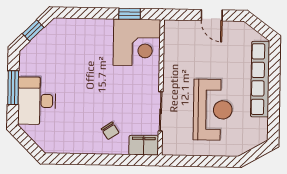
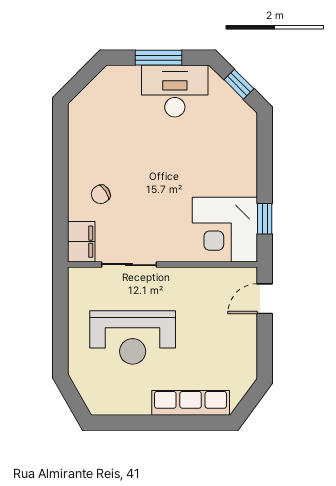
door: (212, 15) -> (265, 299), moved
row of seats: (260, 79) -> (191, 403), width x0.73
desk: (37, 101) -> (175, 91), moved

